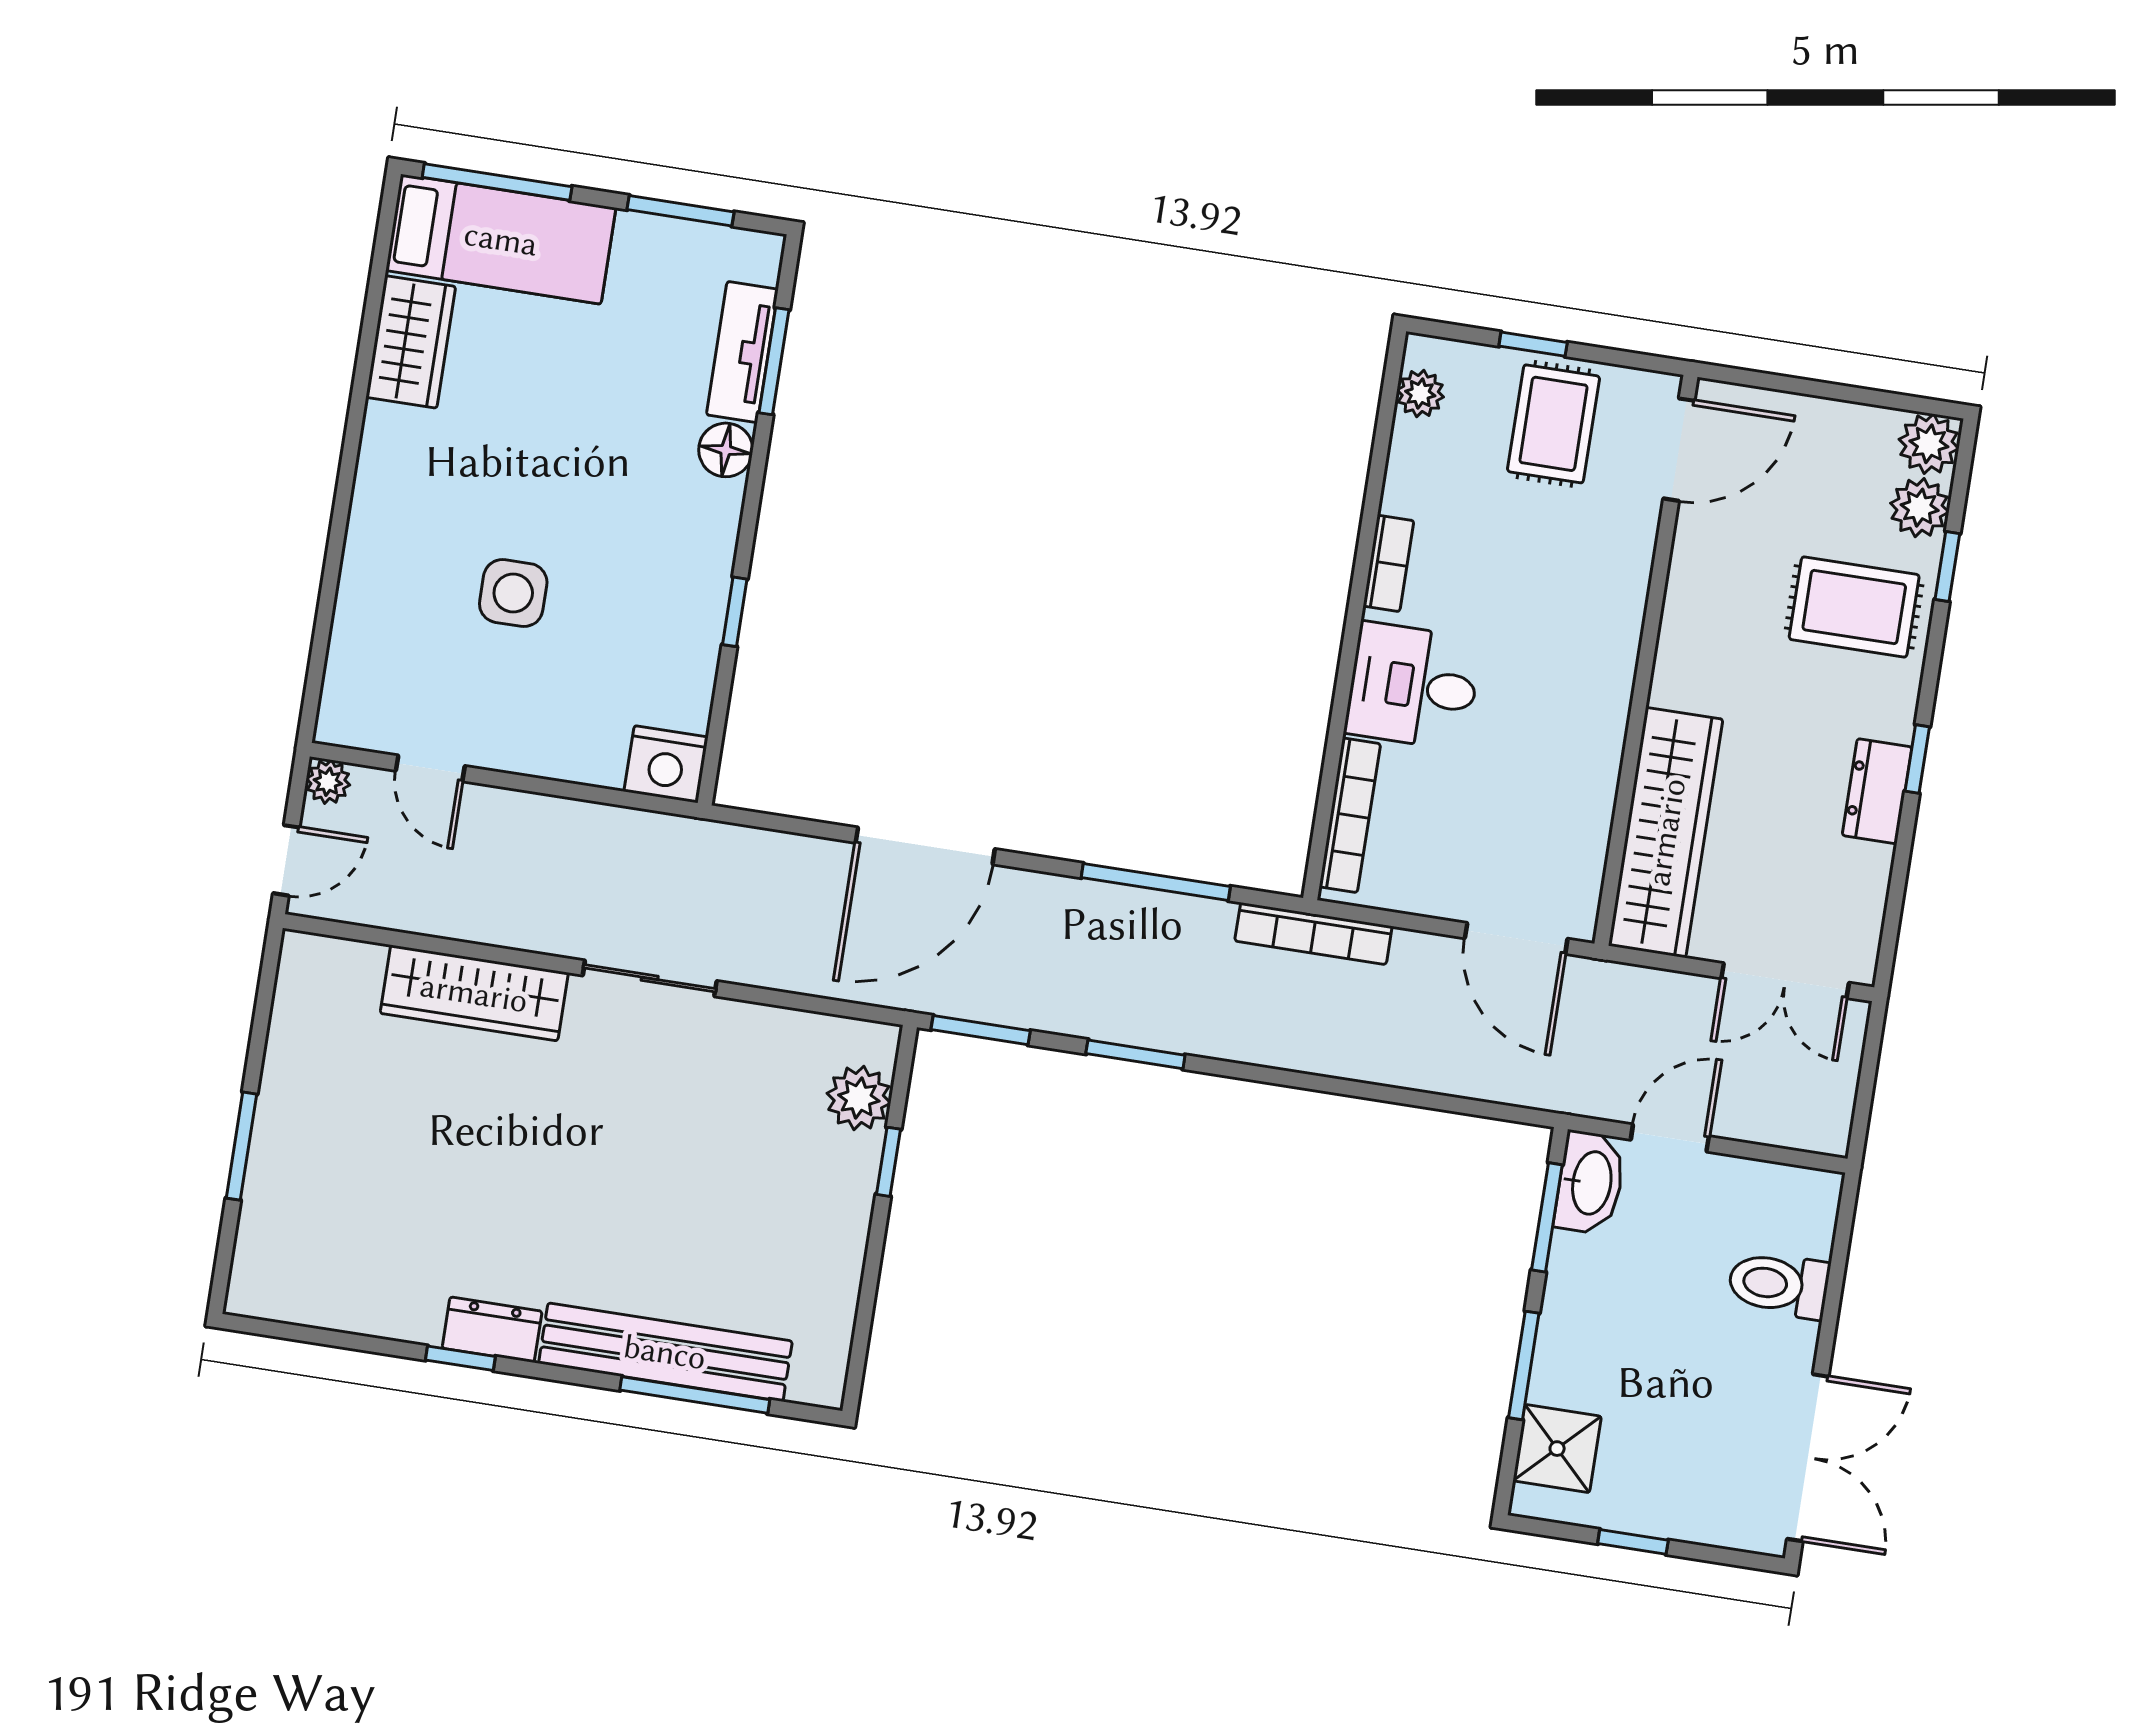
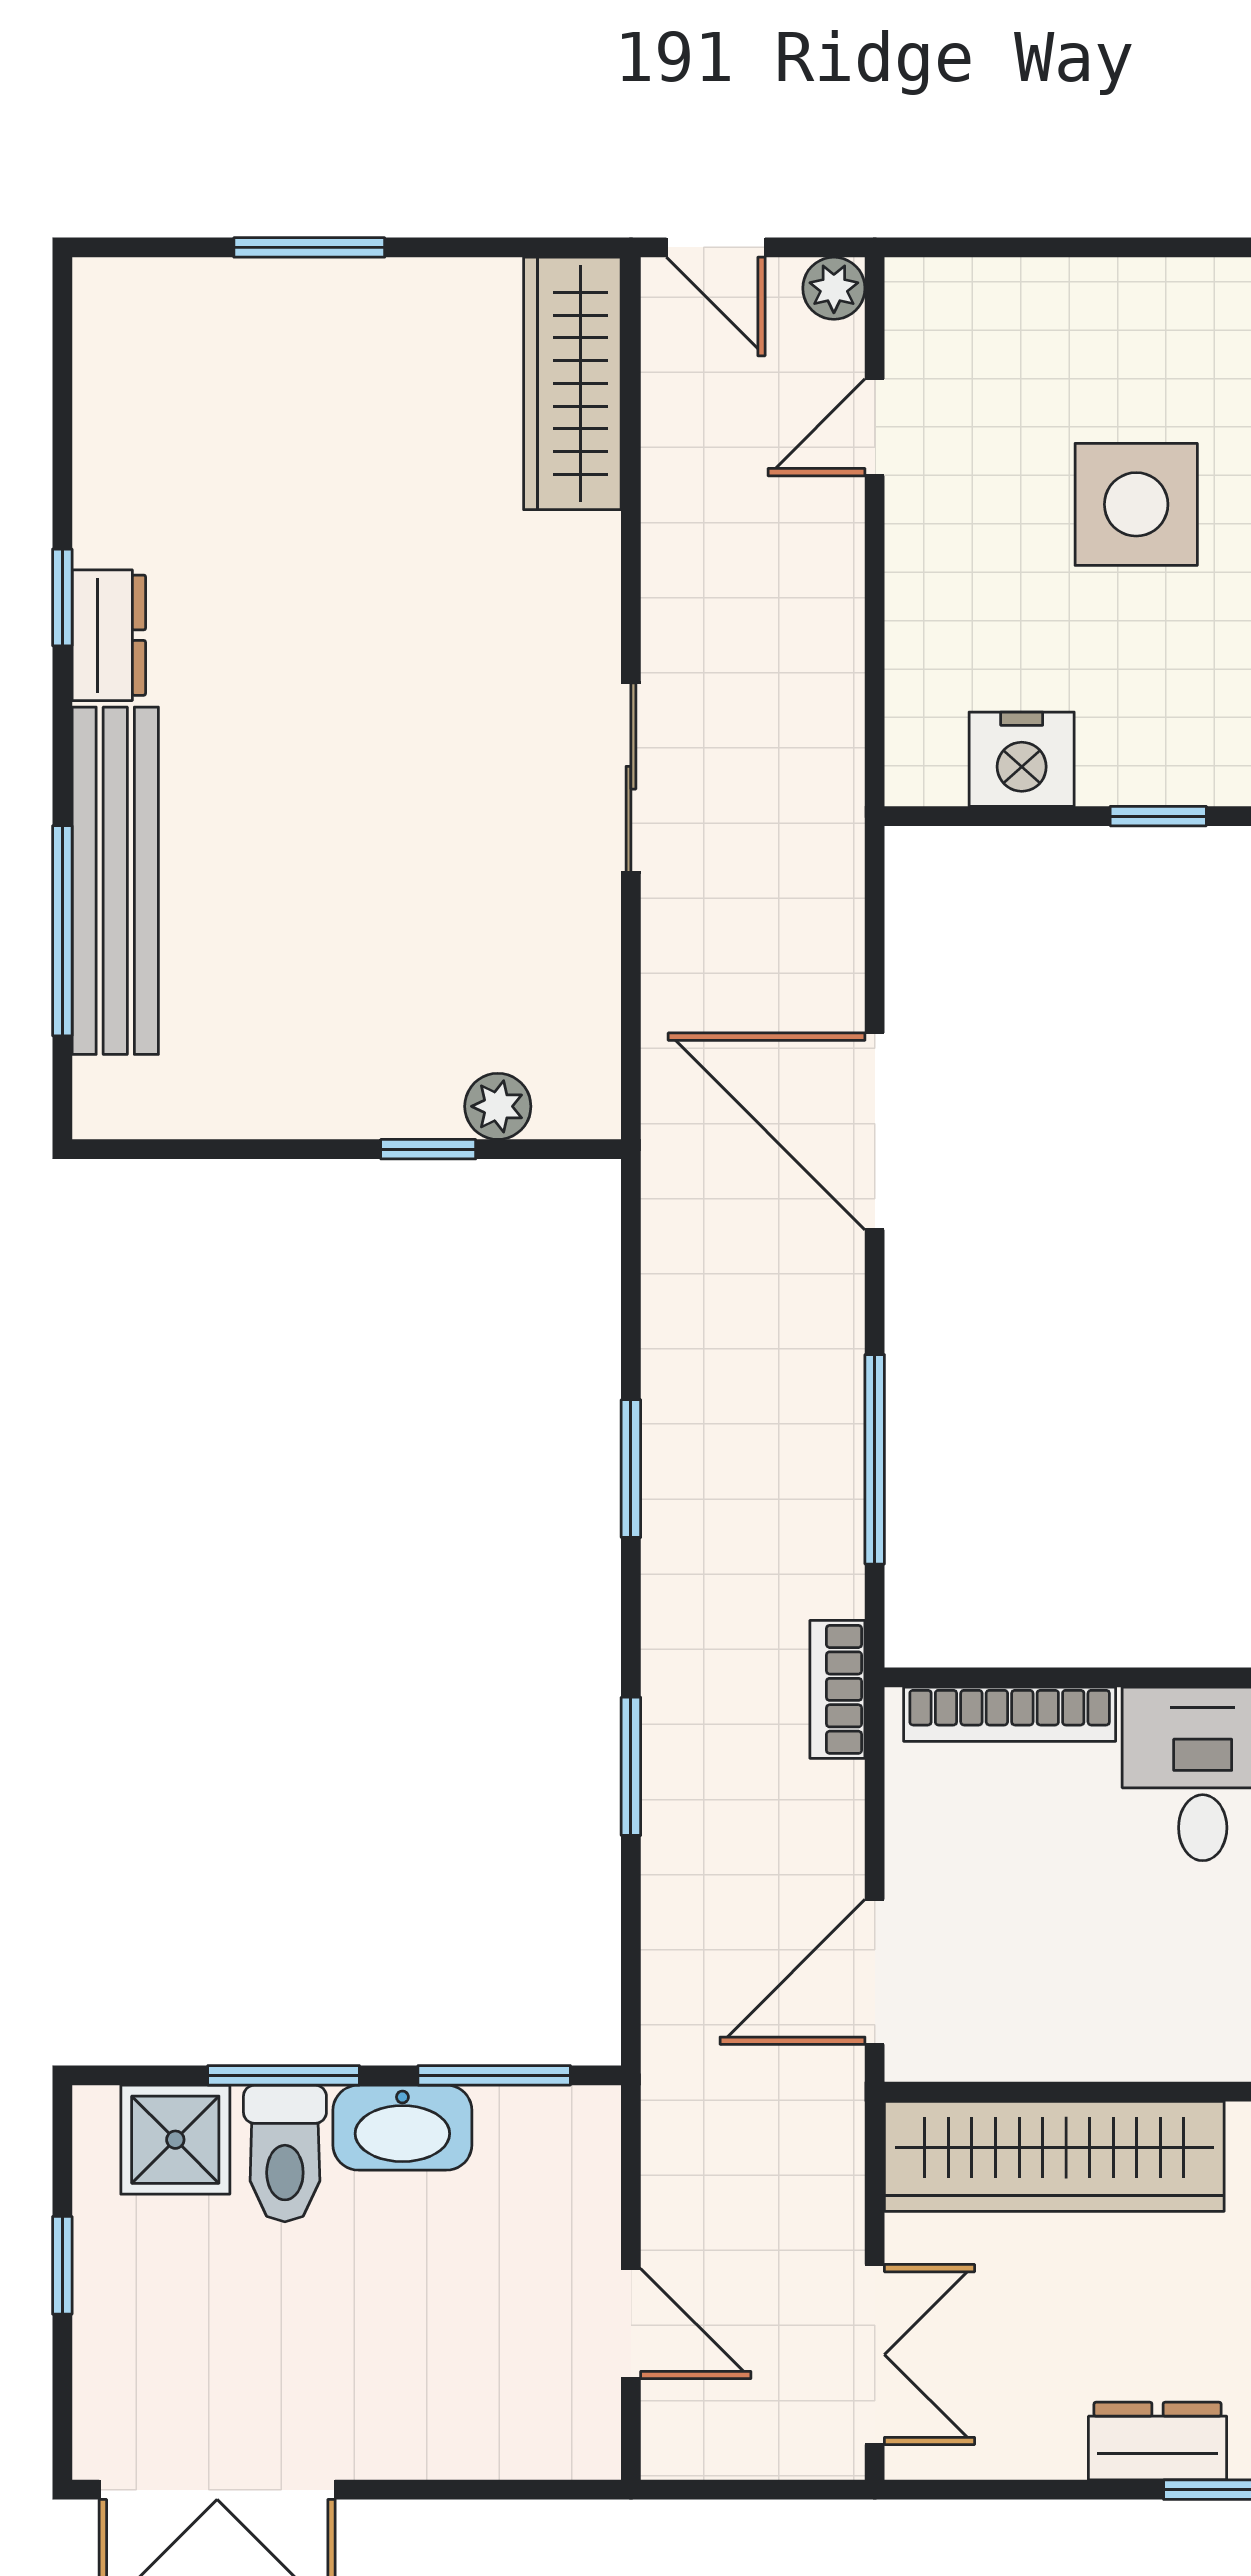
side table: (513, 593) -> (1136, 504), width x1.37, depth x1.37
nightstand: (666, 764) -> (1022, 759), moved, turned -90
bookcase: (1313, 934) -> (837, 1689), width x0.64
double door: (1785, 981) -> (875, 2355), swing flipped
wardrobe: (474, 993) -> (572, 383), moved
window: (981, 1030) -> (631, 1766), moved
plant: (859, 1098) -> (498, 1106), width x0.73, depth x0.73
door: (1670, 1138) -> (631, 2324), moved
washbasin: (1590, 1183) -> (402, 2128), moved
toilet: (1779, 1285) -> (285, 2153), moved, turned 180

